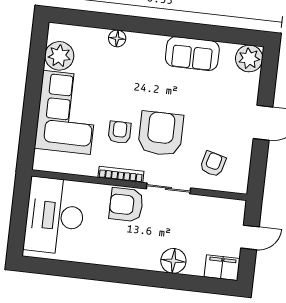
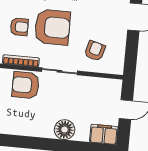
armchair: (120, 132) -> (19, 27), turned 90
armchair: (161, 134) -> (52, 27), turned 90

